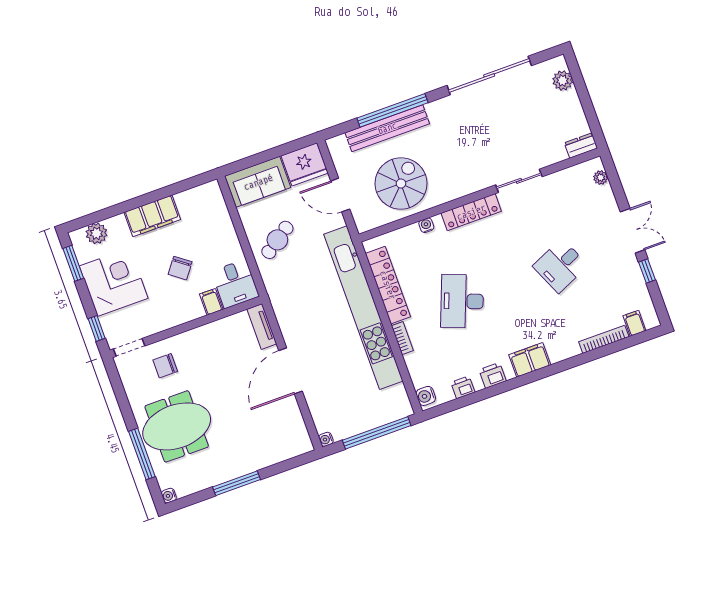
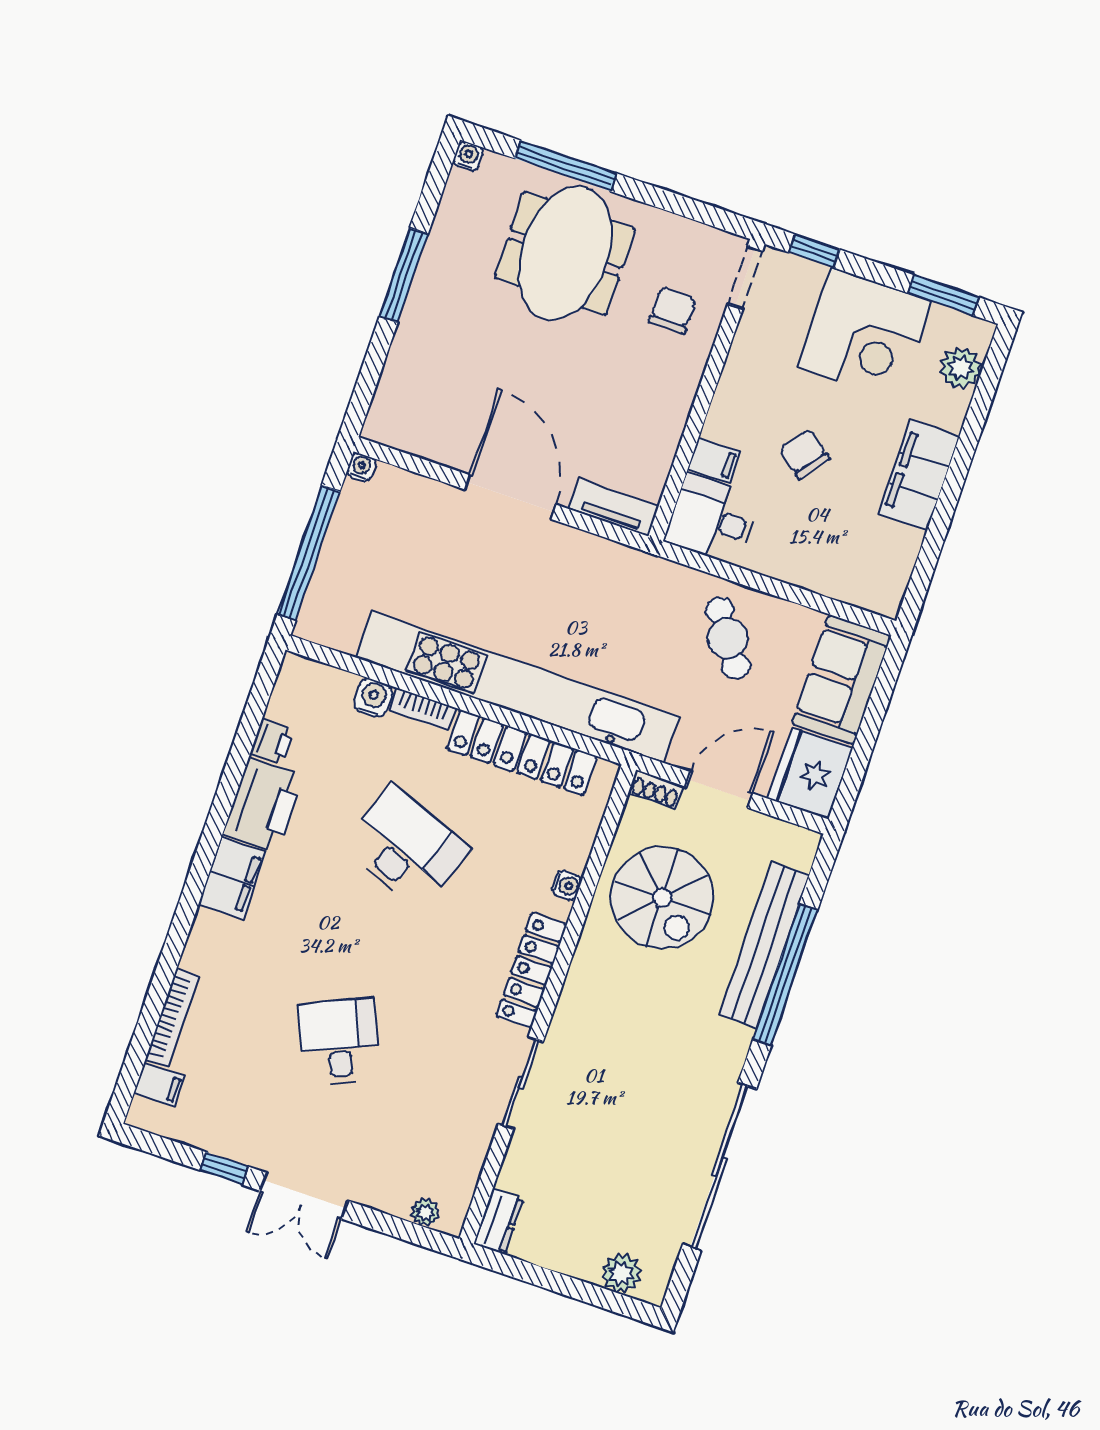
shoe rack: (360, 220) -> (656, 789), added
printer: (493, 375) -> (263, 805), width x1.87, depth x1.48
water cooler: (426, 396) -> (373, 697), moved

